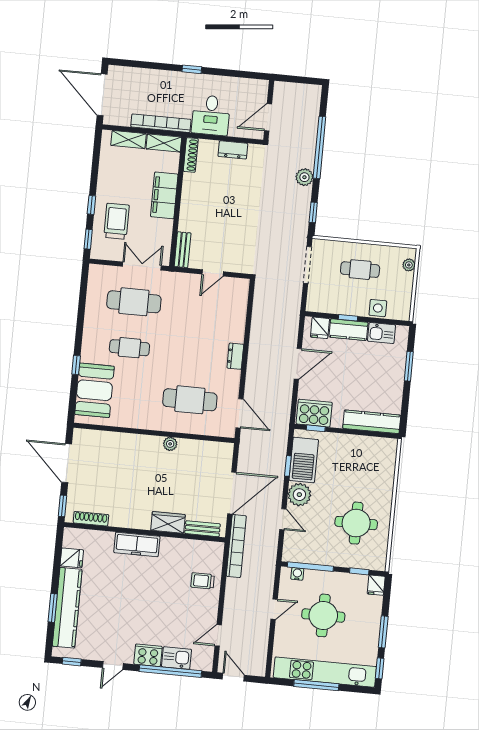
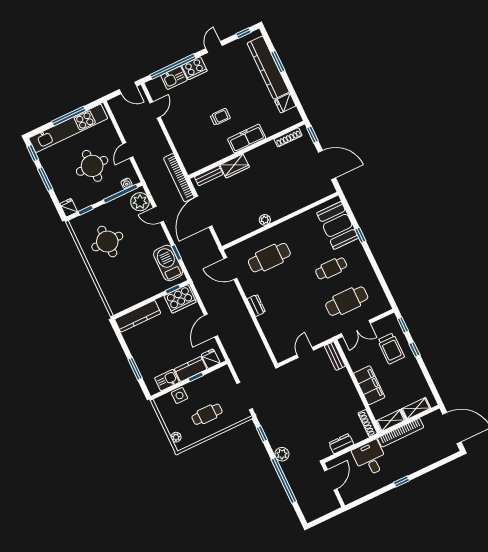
plant: (299, 495) -> (140, 202), moved
trolley: (203, 581) -> (220, 117), moved

